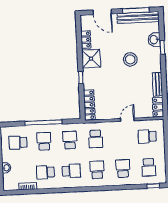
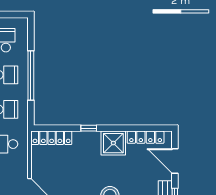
door: (102, 12) -> (175, 161), hinge flipped
locker: (86, 40) -> (146, 137), width x1.53

